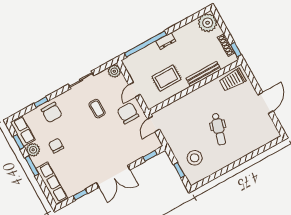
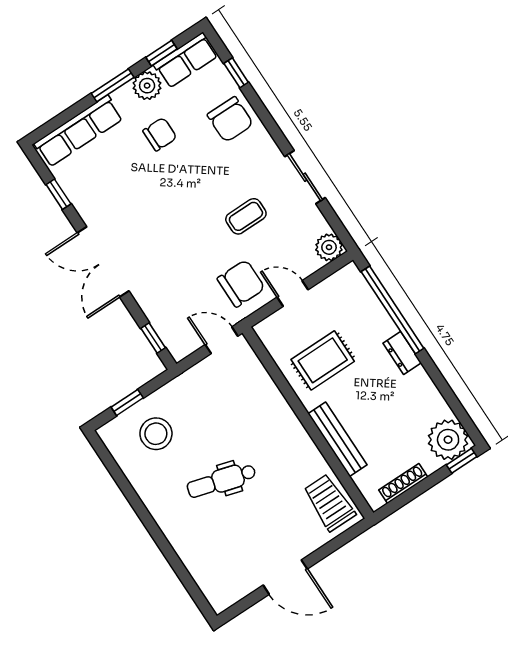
window: (236, 50) -> (462, 461), moved
rug: (166, 78) -> (323, 360), turned 90
window: (41, 102) -> (236, 73), moved
chair: (52, 112) -> (230, 119), turned -90

